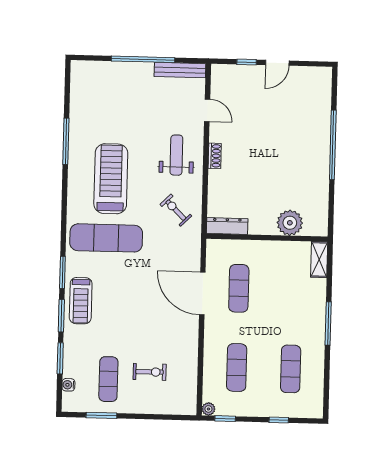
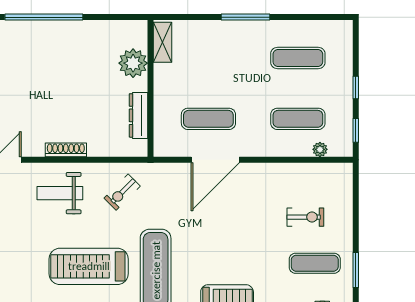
shoe rack: (215, 156) -> (66, 150), width x1.43
dresser: (227, 226) -> (138, 115), moved
shelving: (319, 259) -> (162, 42), moved, turned 90
exercise bike: (150, 372) -> (305, 217), turned 90
plant: (208, 409) -> (320, 149), moved
window: (279, 420) -> (356, 88), moved

